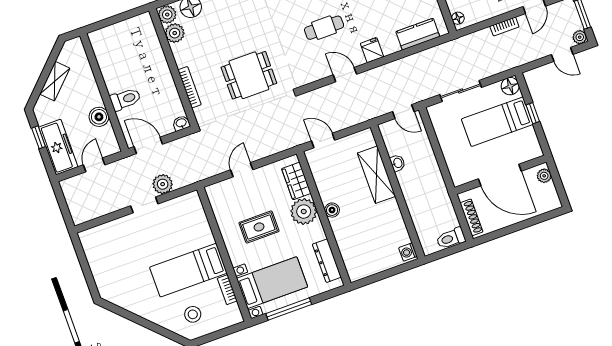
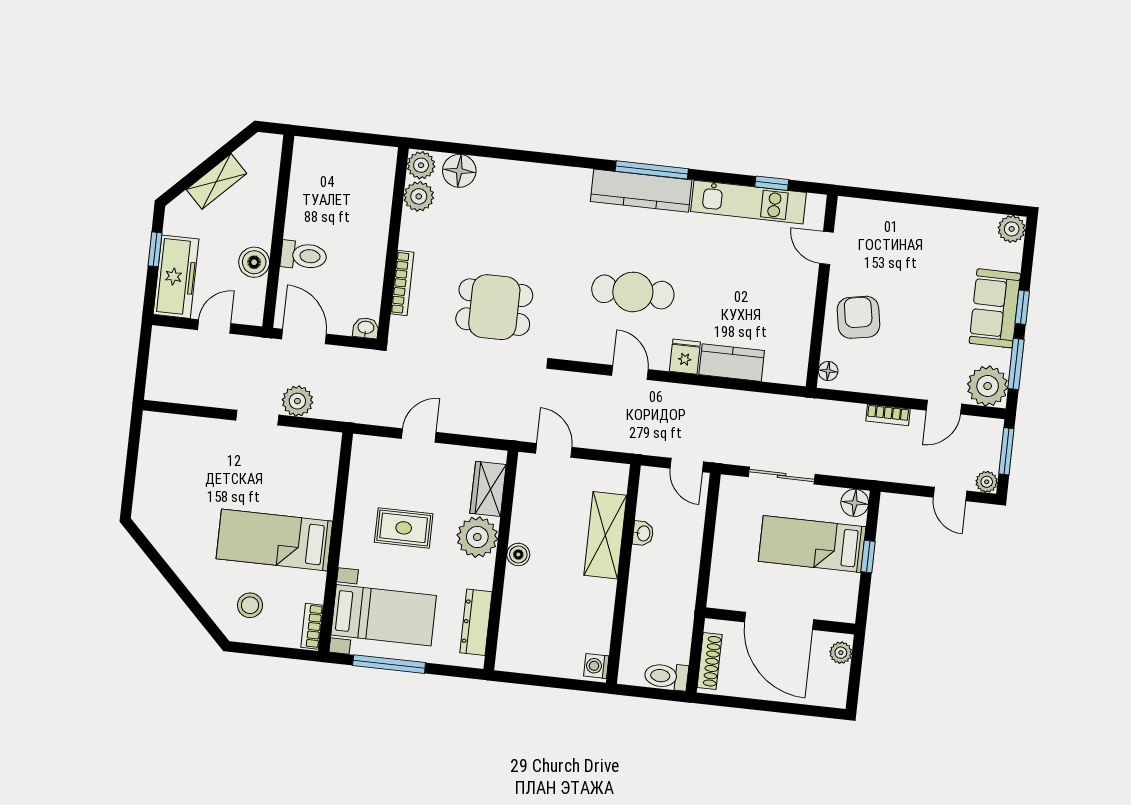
cafe table: (324, 28) -> (633, 292), width x1.37, depth x1.35
kitchen counter: (418, 34) -> (732, 363), moved
bookcase: (227, 290) -> (312, 626), moved

